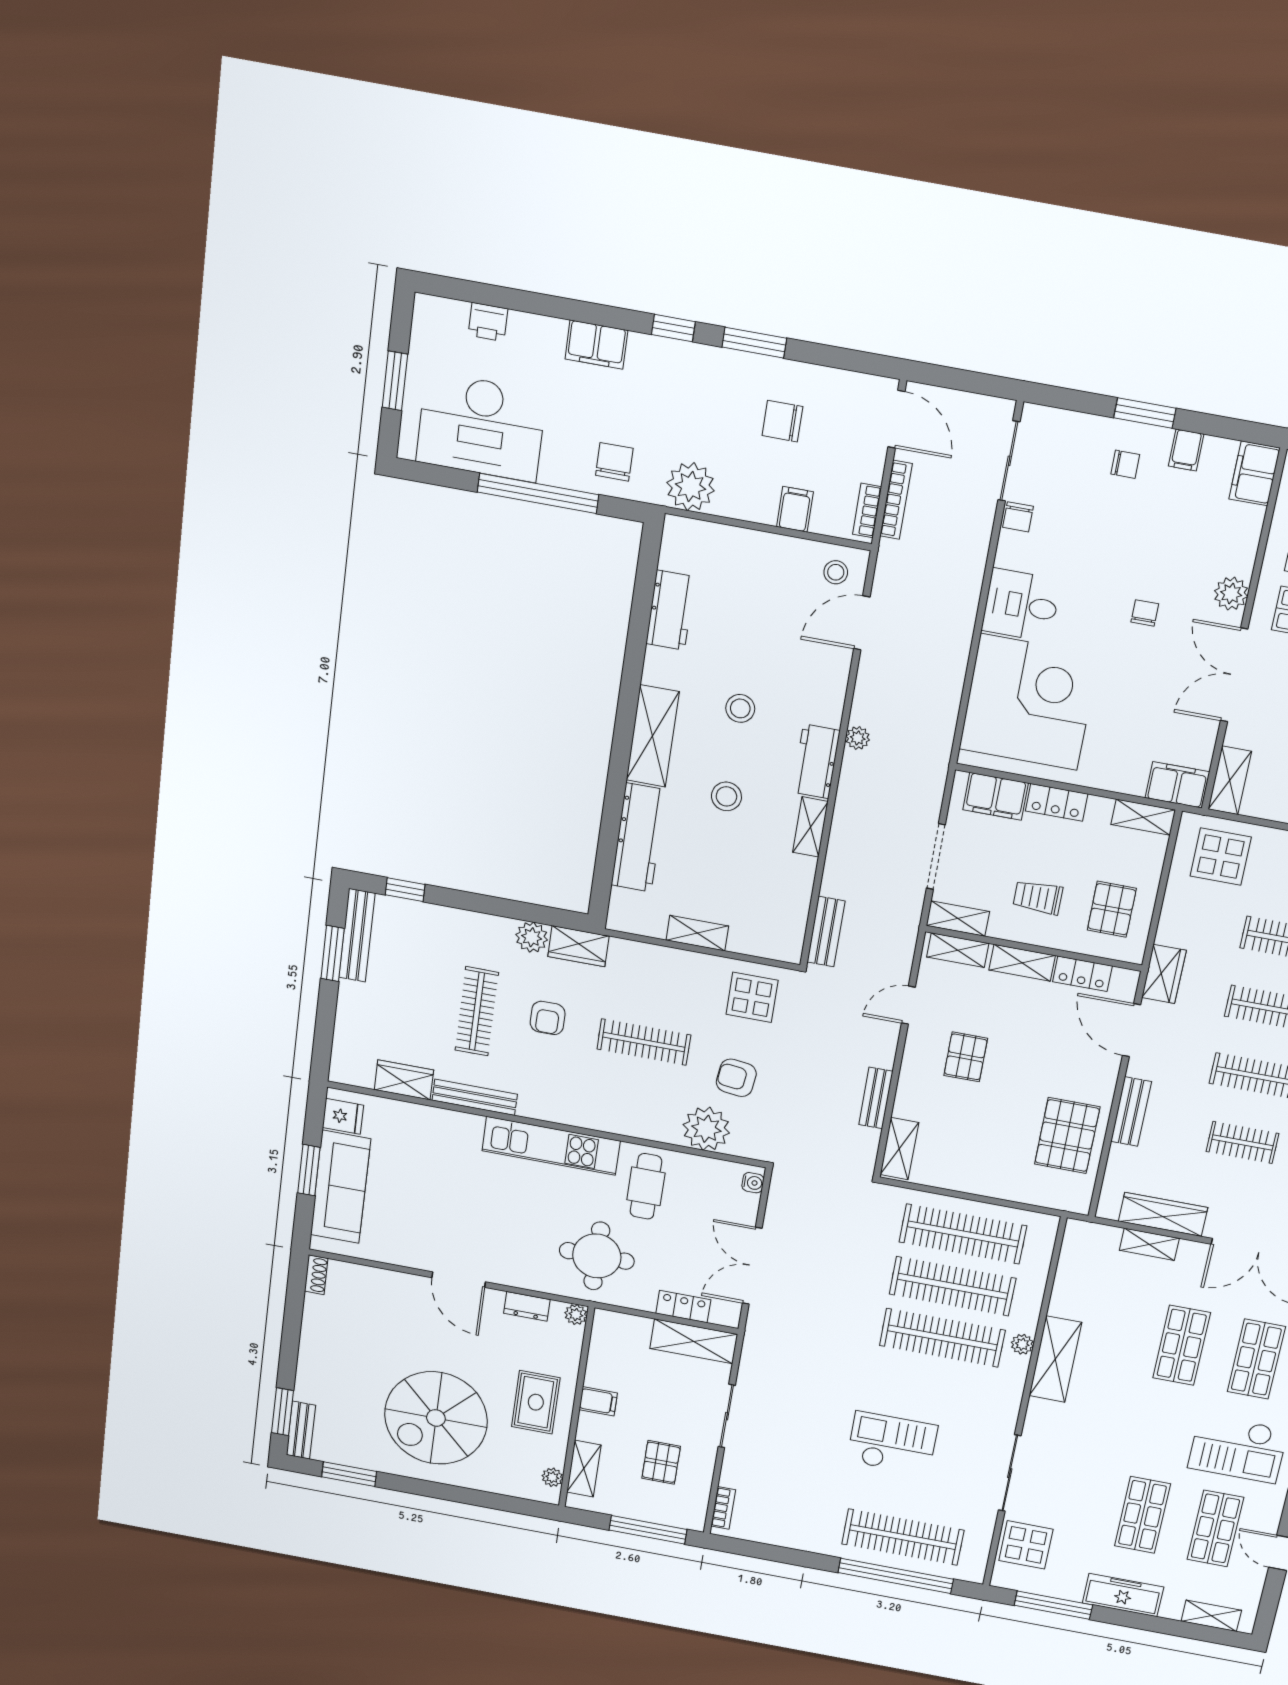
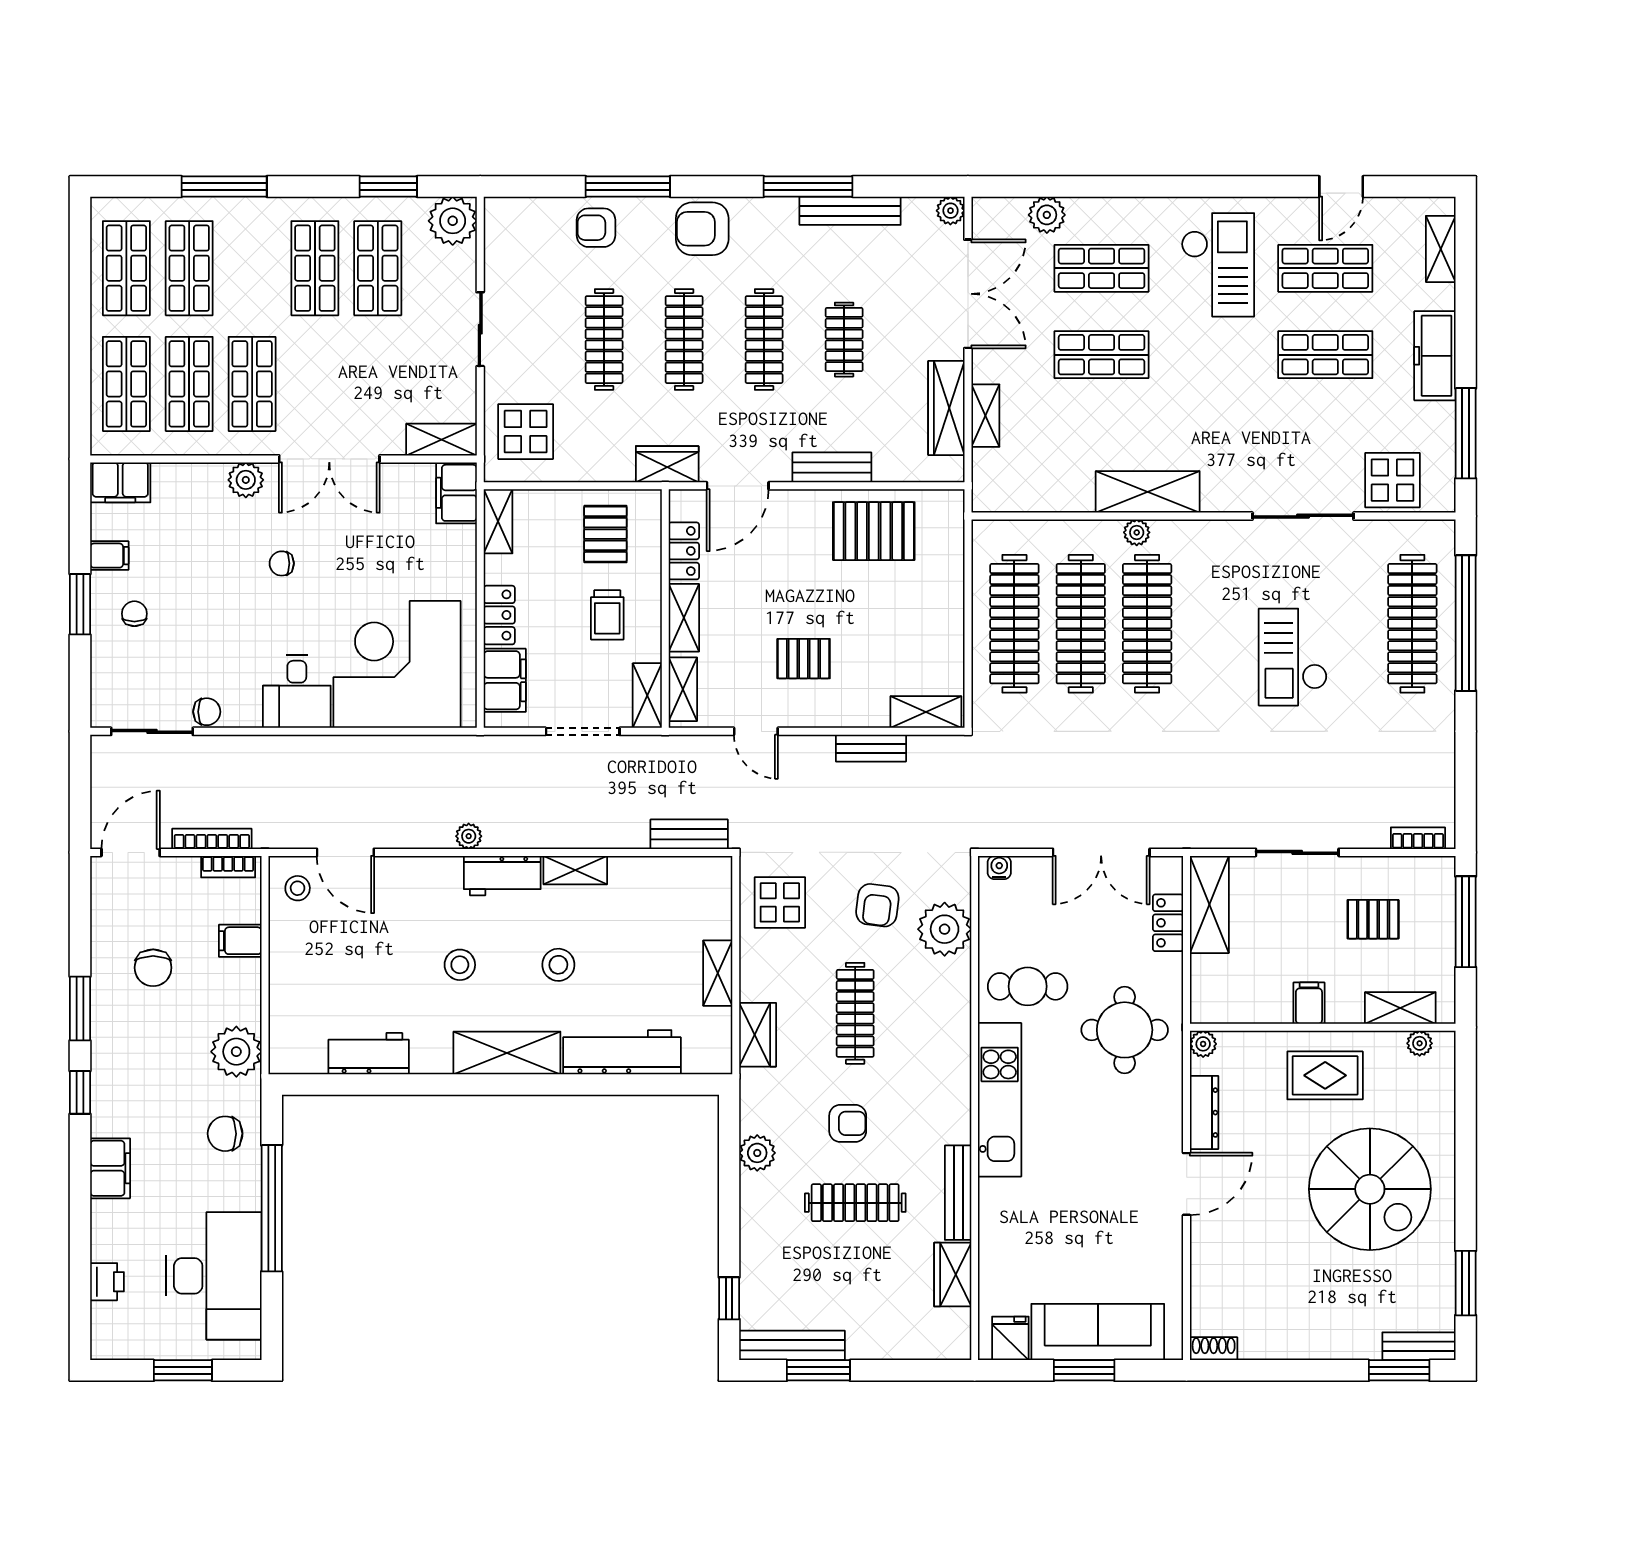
pallet: (1112, 909) -> (605, 534), turned 90
wardrobe: (578, 946) -> (758, 1035), moved
dresser: (527, 1306) -> (1204, 1113), width x1.44

